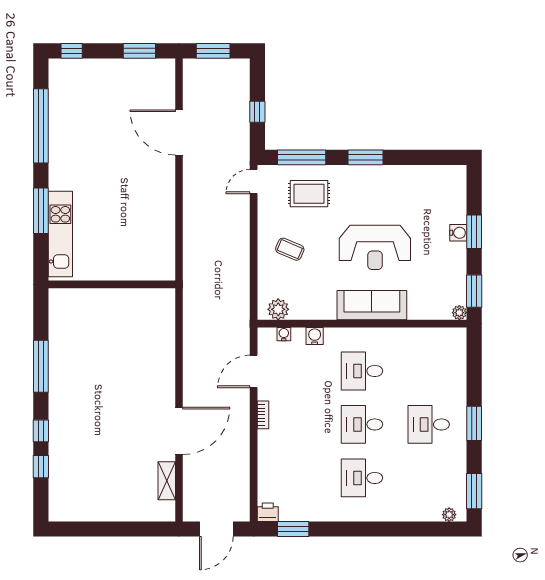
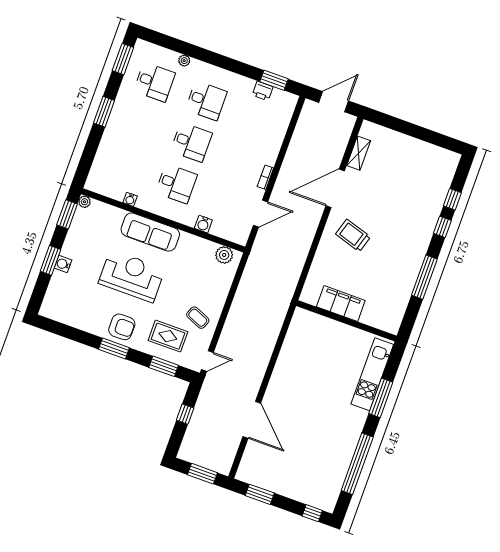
window: (302, 157) -> (164, 366), width x0.69
armchair: (365, 185) -> (122, 327), added
coffee table: (290, 249) -> (198, 318), moved
filing cabinet: (125, 302) -> (341, 304), added
water cooler: (284, 334) -> (130, 199), moved
trolley: (139, 385) -> (353, 235), added
desk: (429, 424) -> (154, 82), moved
printer: (268, 512) -> (263, 91), moved
plant: (449, 515) -> (184, 61), moved

